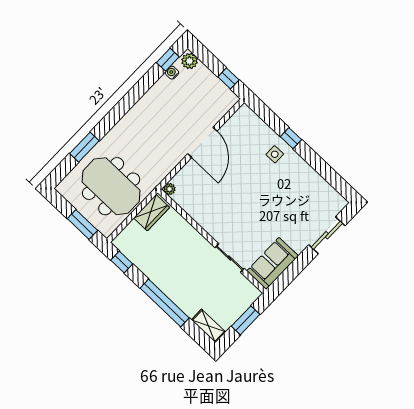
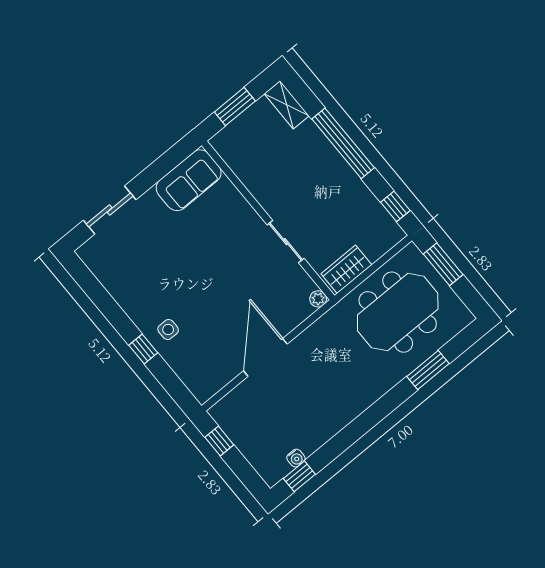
plant: (190, 61) -> (270, 471), removed
meeting table: (111, 186) -> (398, 312), turned 90
sliding door: (230, 258) -> (286, 242), moved

